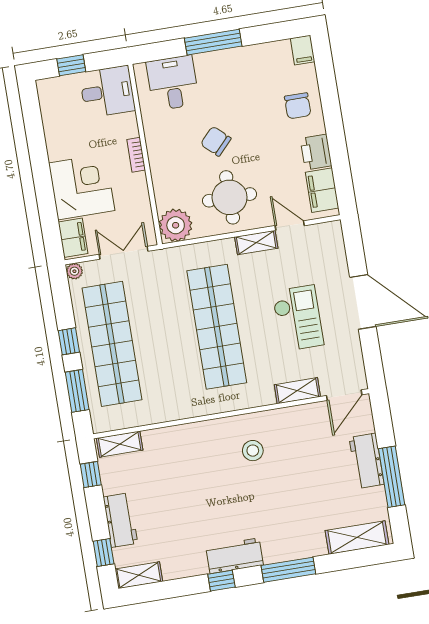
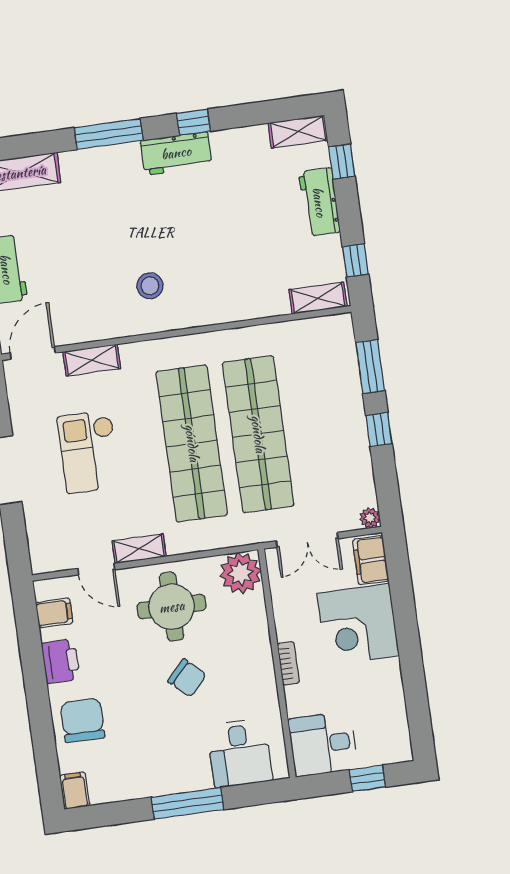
chair: (298, 106) -> (83, 720), width x1.37, depth x1.37
filing cabinet: (322, 190) -> (54, 613), width x0.50
shop shelf: (112, 344) -> (258, 434), moved

